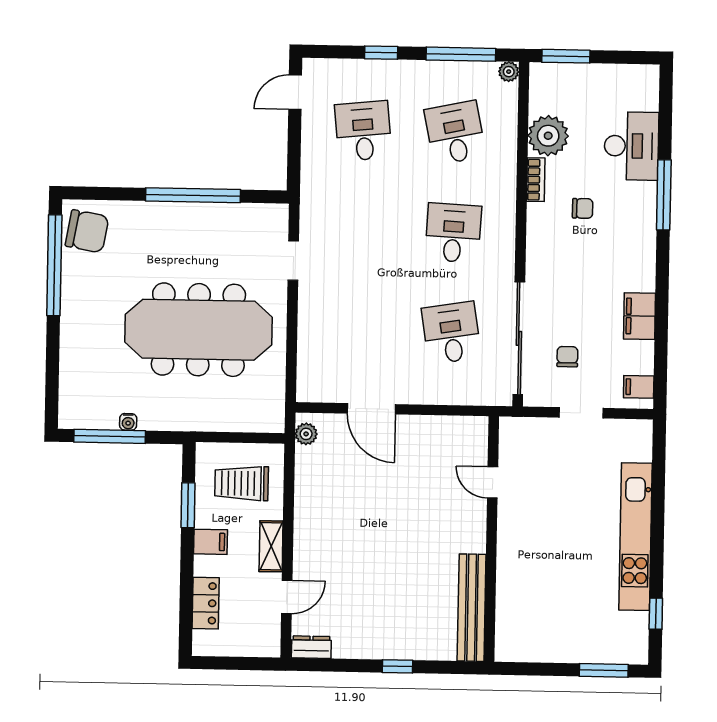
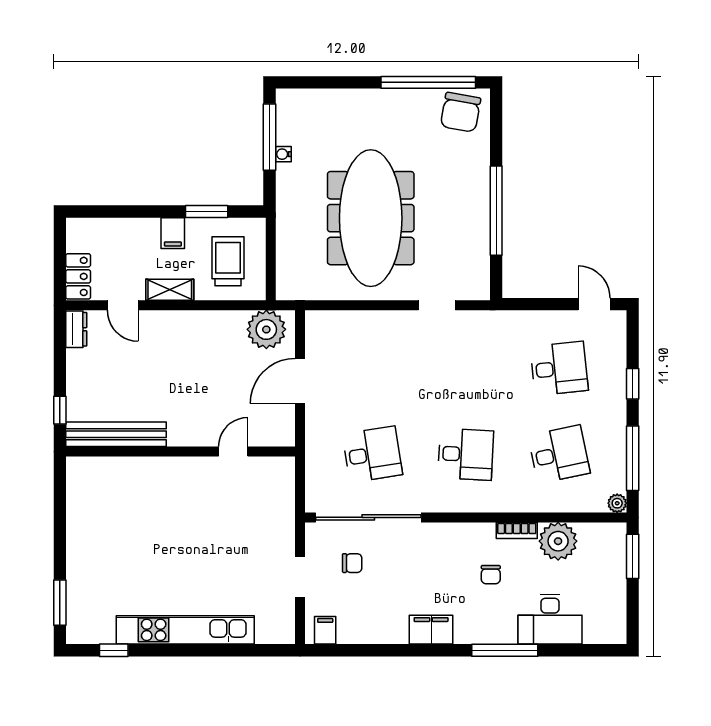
filing cabinet: (639, 316) -> (431, 630), moved
plant: (306, 434) -> (266, 329), width x1.87, depth x1.87
door: (493, 482) -> (233, 452), moved
wall: (491, 539) -> (181, 452), moved
locker: (206, 603) -> (78, 276), moved, turned -90
bench: (472, 608) -> (116, 434), moved

